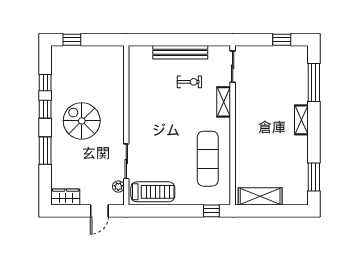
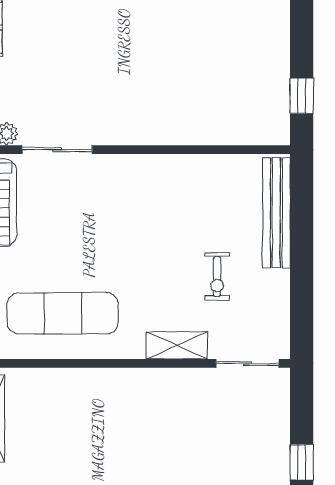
window: (72, 40) -> (302, 96), moved
bench: (180, 52) -> (276, 213), moved
spiral stairs: (82, 121) -> (138, 60), removed

